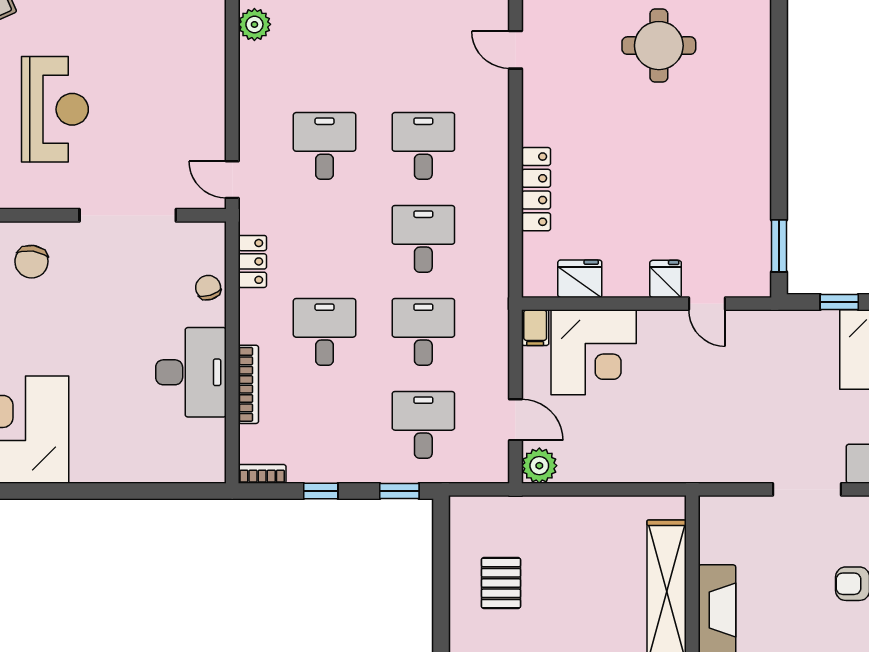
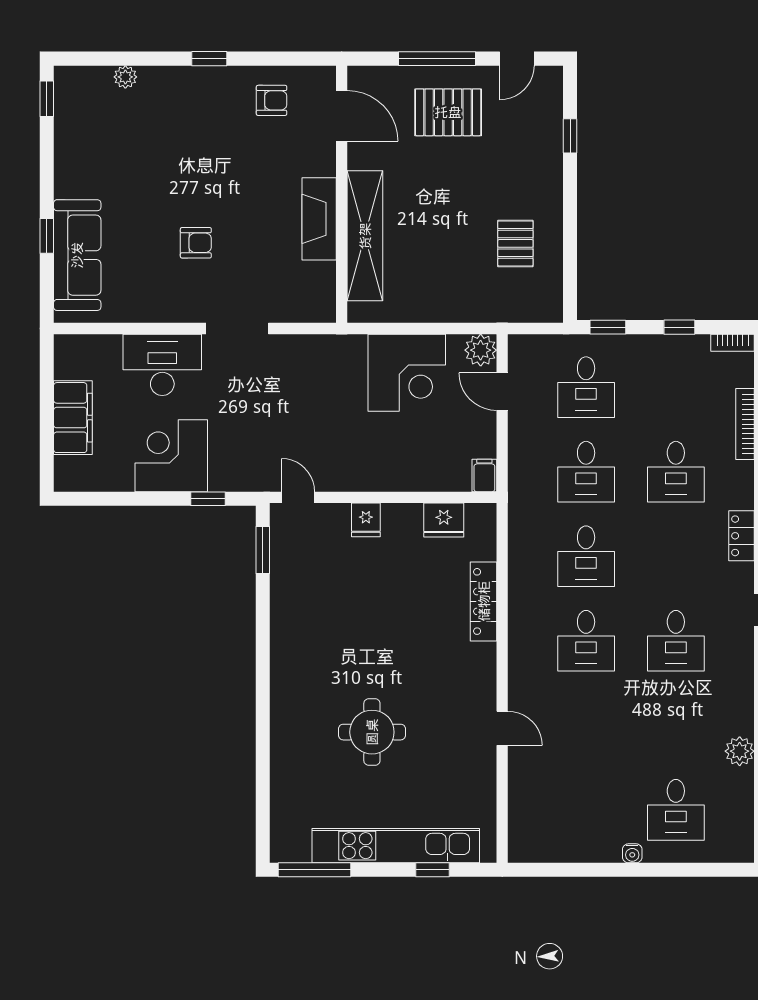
door: (707, 304) -> (298, 497), moved
corner desk: (594, 352) -> (407, 373), moved, turned 180

